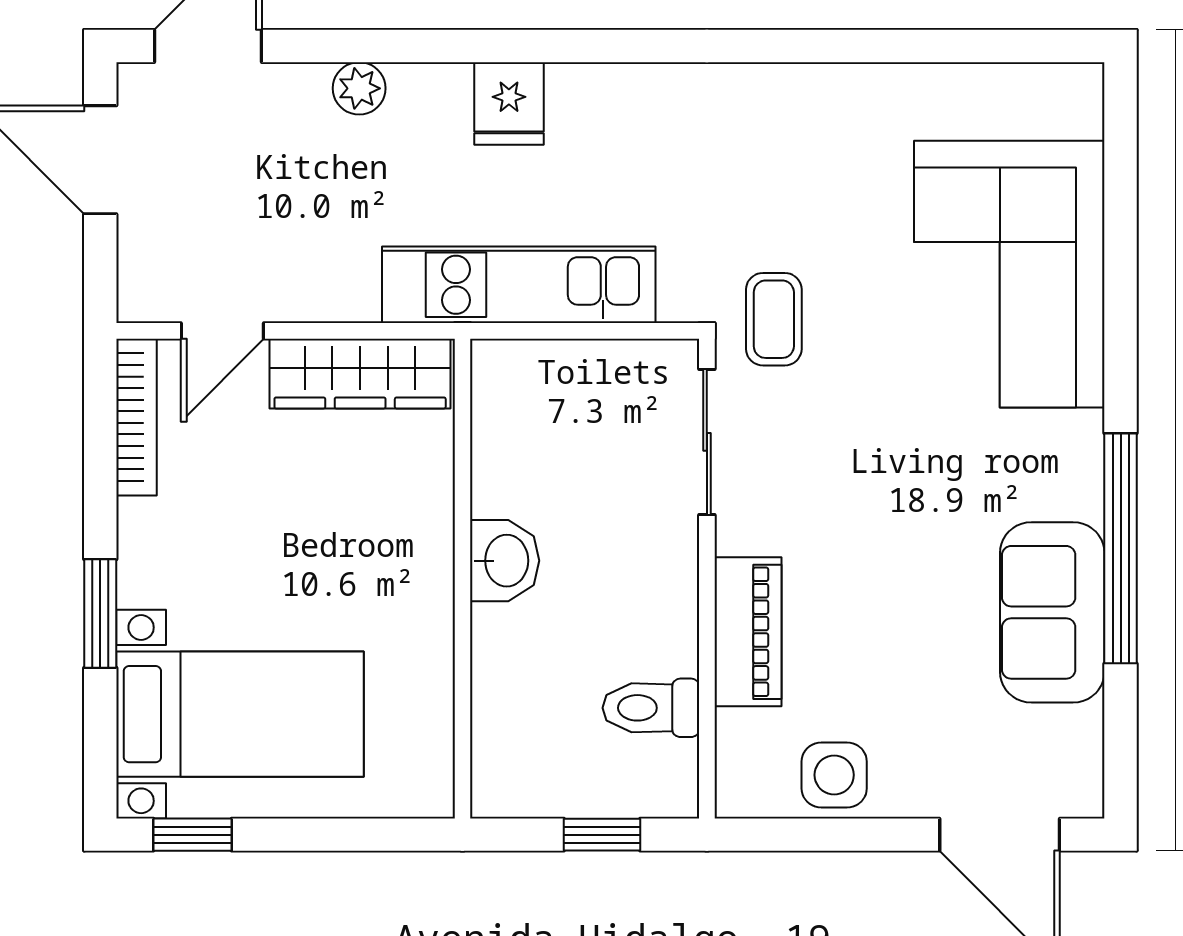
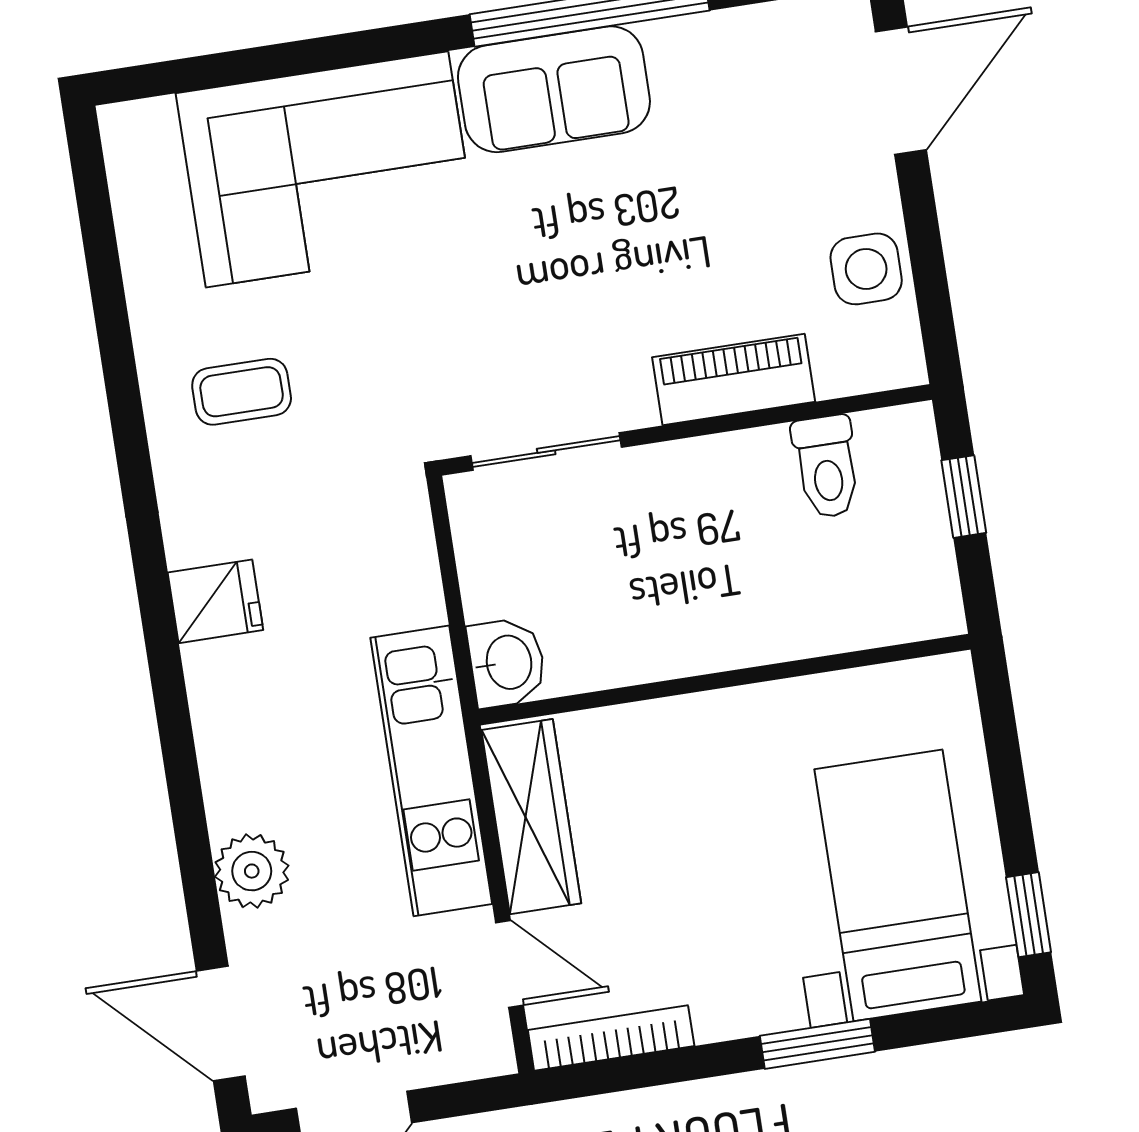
plant: (359, 88) -> (252, 871), width x1.38, depth x1.38
fridge: (509, 103) -> (215, 601), moved
kitchen unit: (519, 285) -> (431, 771), moved
coffee table: (774, 319) -> (242, 392), moved
washbasin: (505, 561) -> (507, 663), moved, turned 90
sofa: (1052, 612) -> (554, 89), moved

